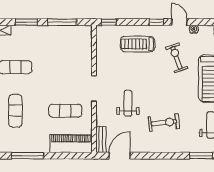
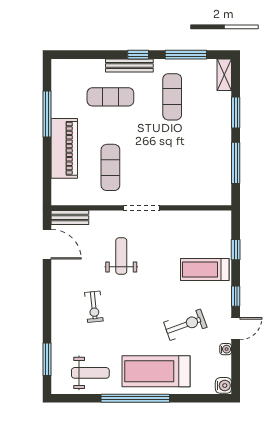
window: (109, 22) -> (236, 250), moved
treadmill: (138, 44) -> (205, 270), turned -90
weight bench: (128, 103) -> (121, 256), turned -90
exercise bike: (164, 123) -> (94, 307), width x0.73, depth x0.72
piano: (71, 143) -> (64, 148), moved

